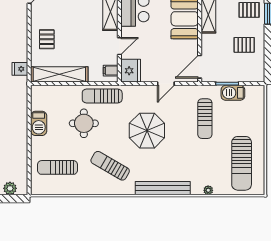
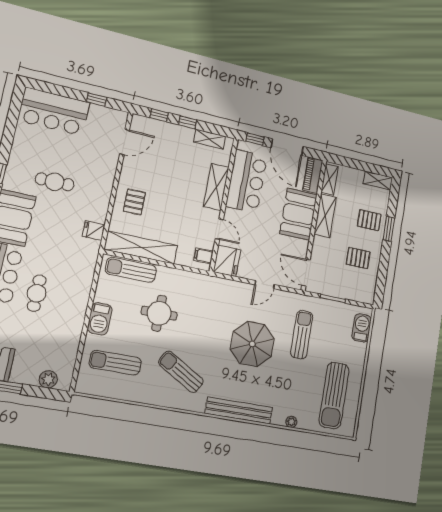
door: (119, 46) -> (219, 229), hinge flipped
door: (200, 67) -> (306, 273), hinge flipped
barbecue: (233, 93) -> (362, 328), moved, turned 90
sun lounger: (102, 96) -> (131, 270), moved
sun lounger: (205, 119) -> (302, 335), turned 180
barbecue: (39, 123) -> (100, 319), moved
parasol: (147, 131) -> (252, 344), moved

